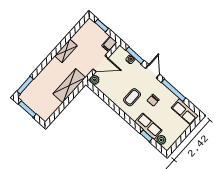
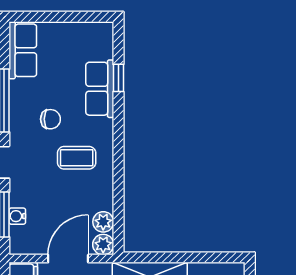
door: (100, 64) -> (68, 259), hinge flipped
plant: (161, 140) -> (103, 222), moved

